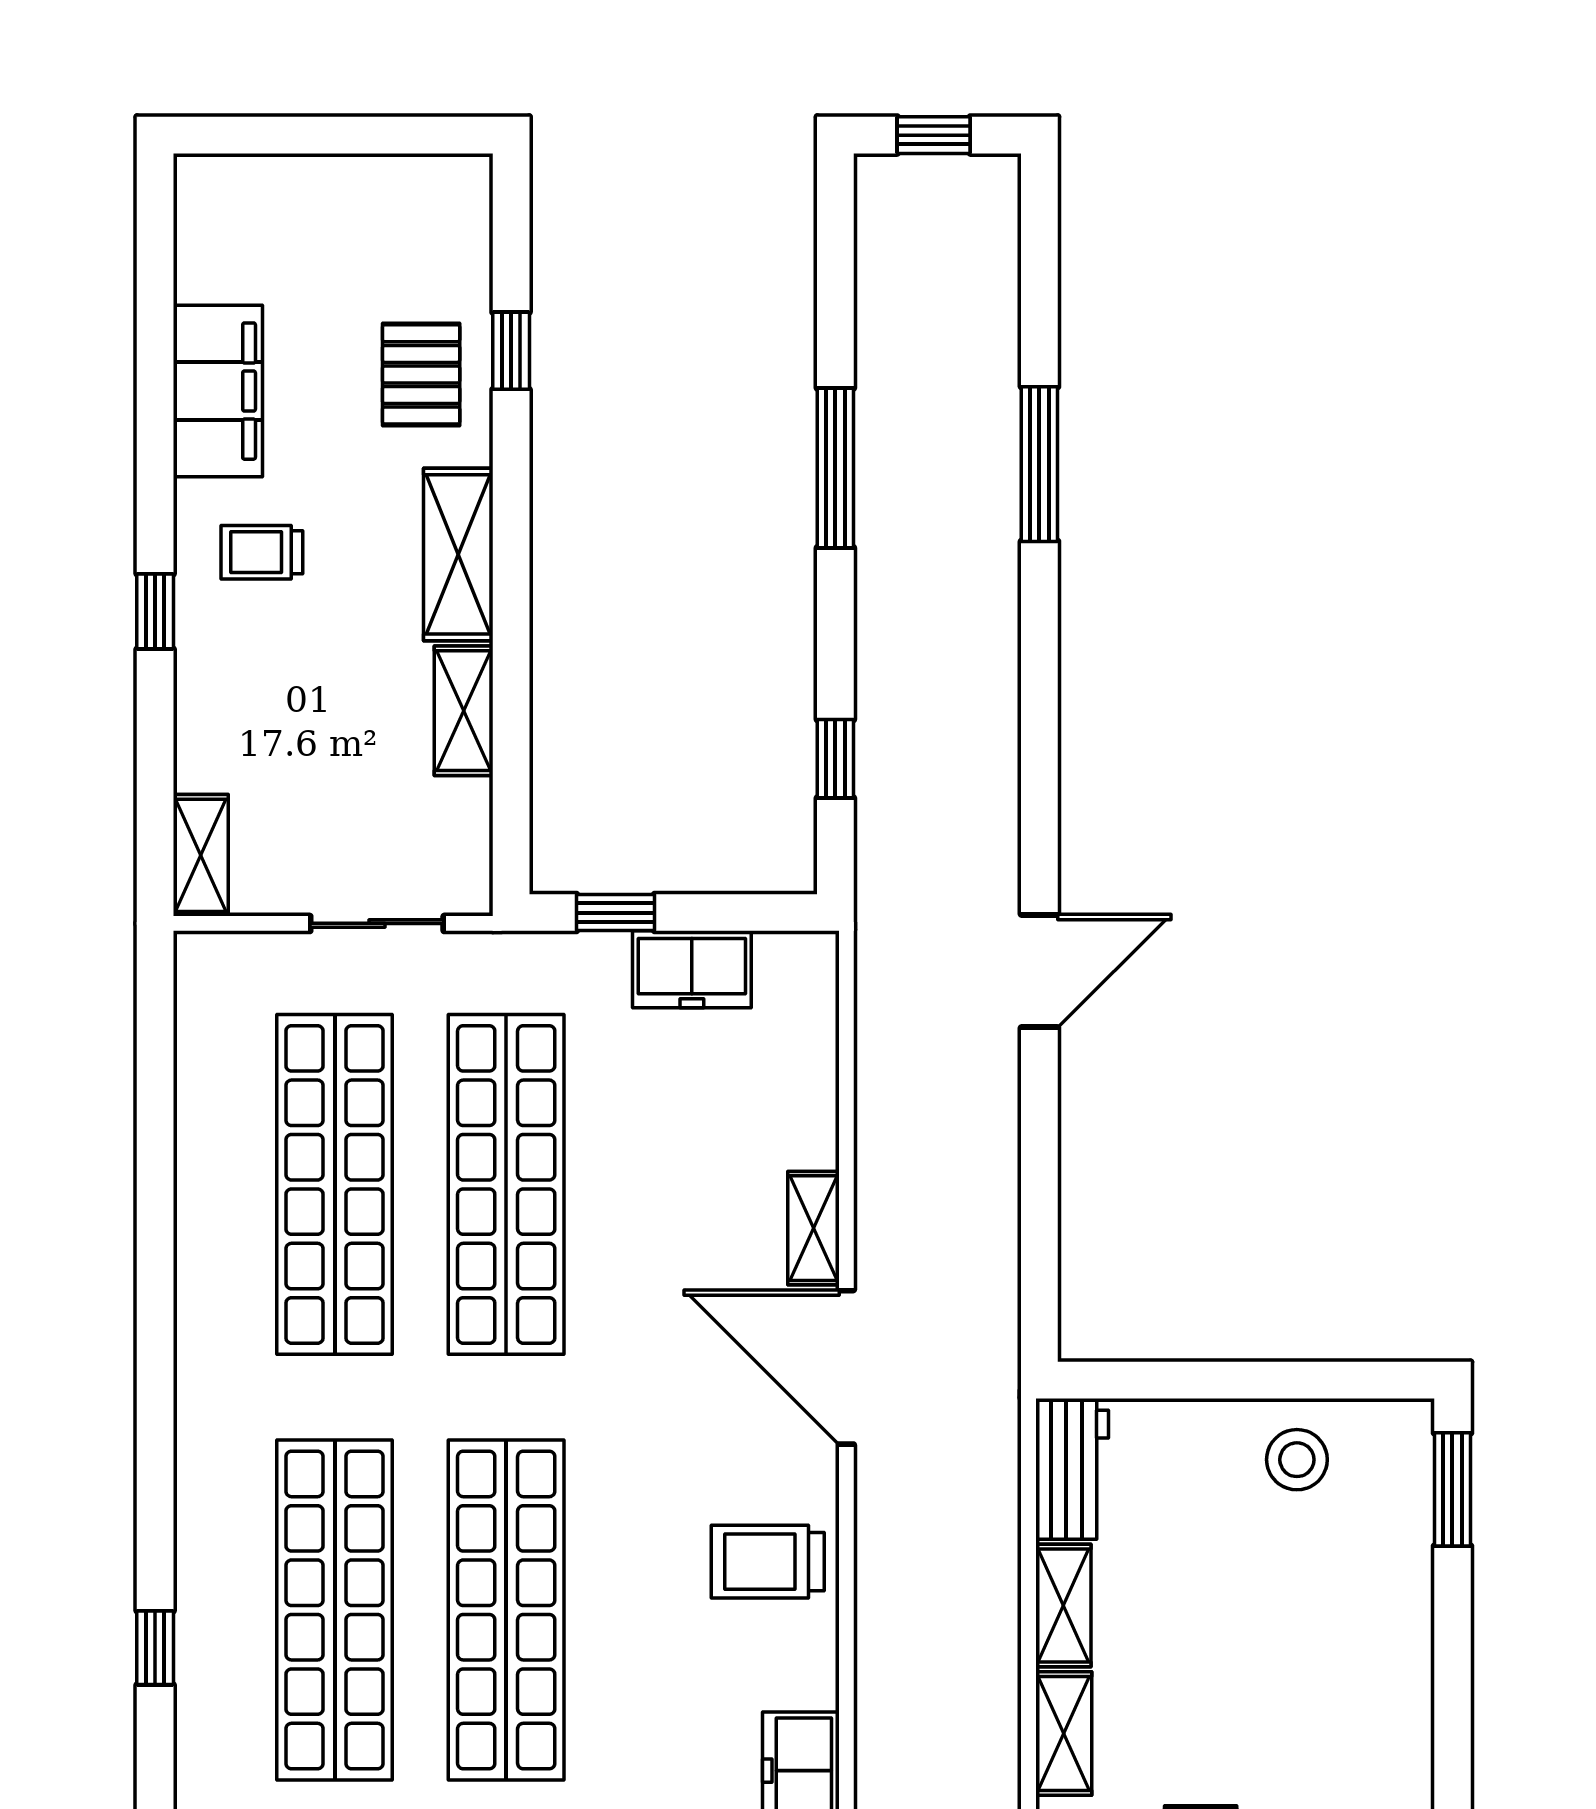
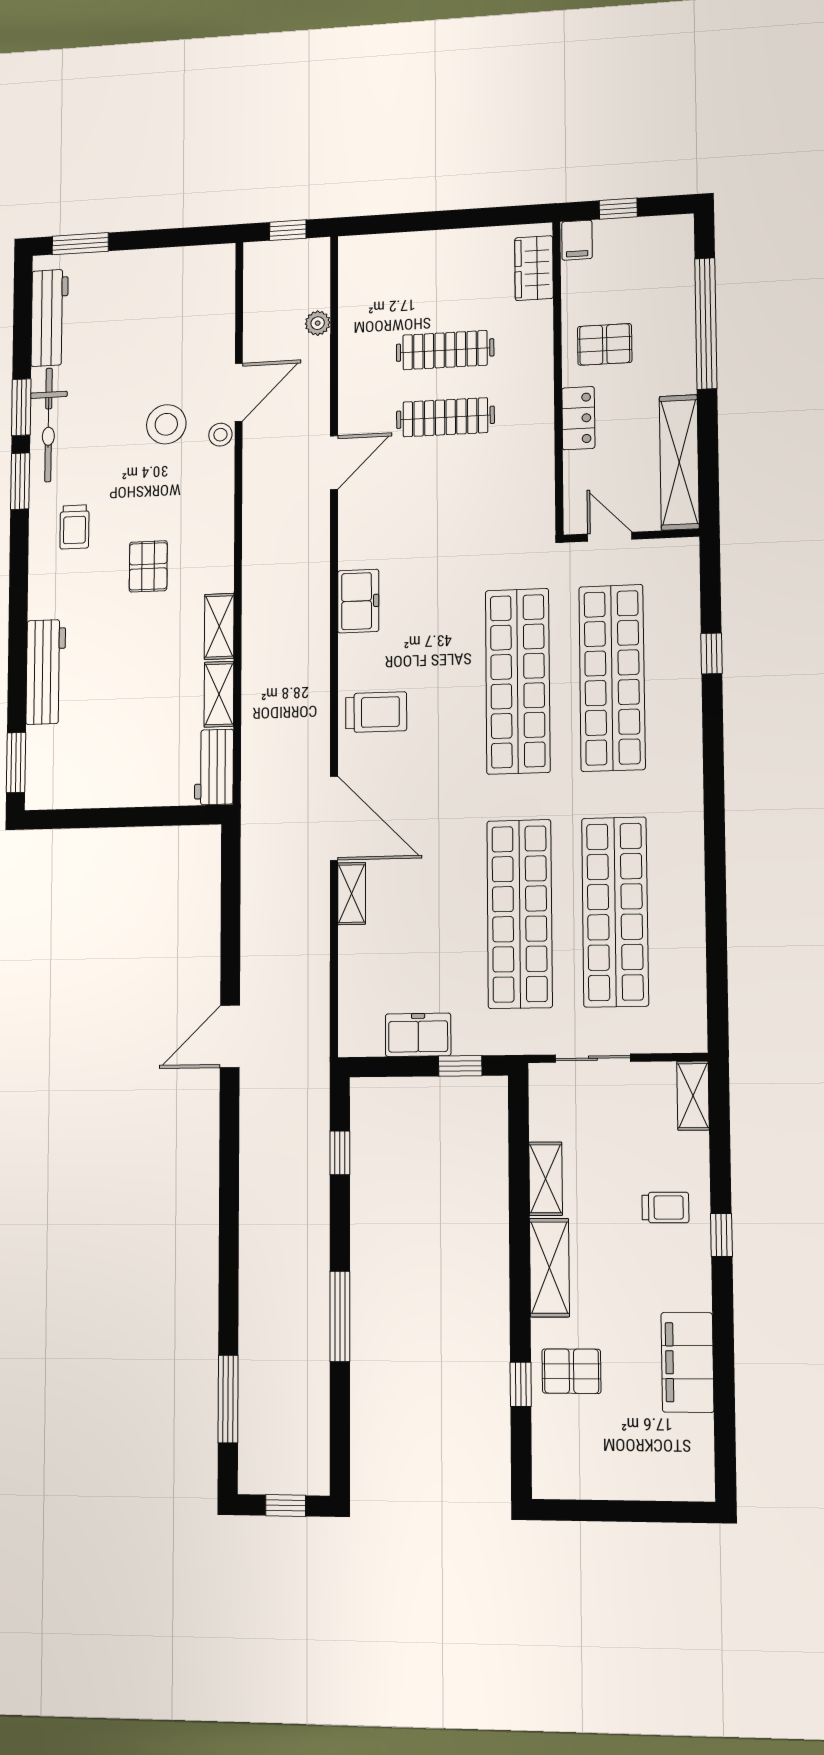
pallet: (421, 374) -> (571, 1371), turned 90
window: (1039, 464) -> (228, 1399), moved
trolley: (262, 552) -> (665, 1208), moved
stool: (1297, 1460) -> (96, 776), removed
workbench: (1397, 1660) -> (46, 672), added

